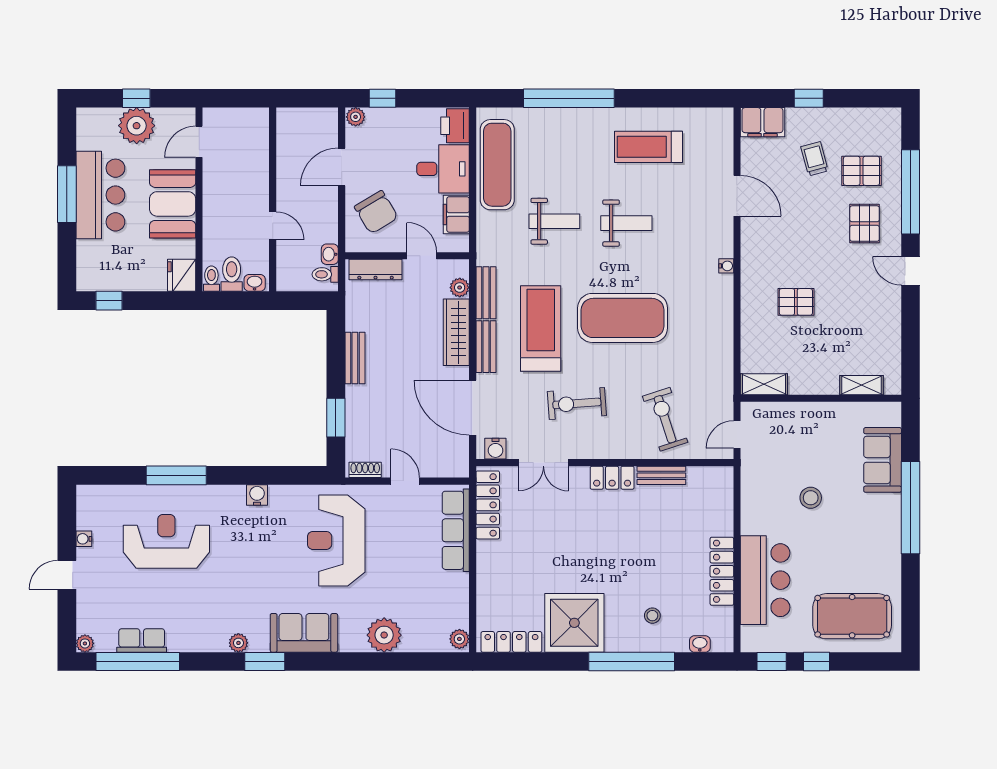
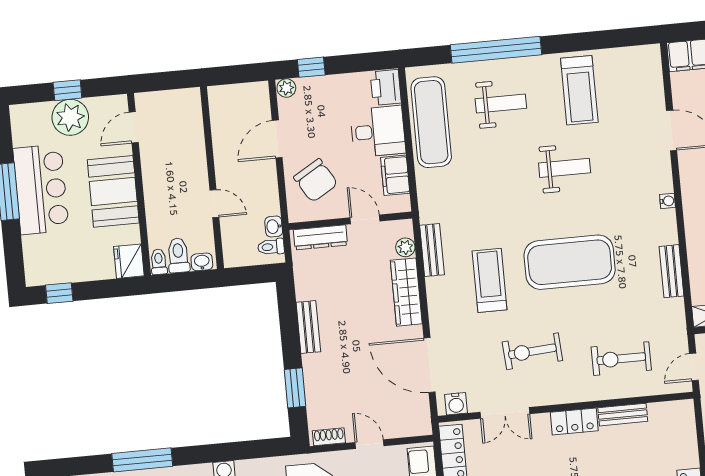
treadmill: (648, 147) -> (579, 90), turned -90
weight bench: (554, 221) -> (501, 104), moved
treadmill: (541, 329) -> (490, 280), width x0.73, depth x0.73
bench: (486, 347) -> (671, 271), moved
exercise bike: (665, 419) -> (621, 359), turned -72

